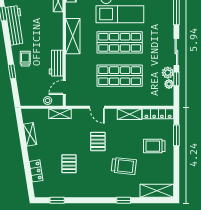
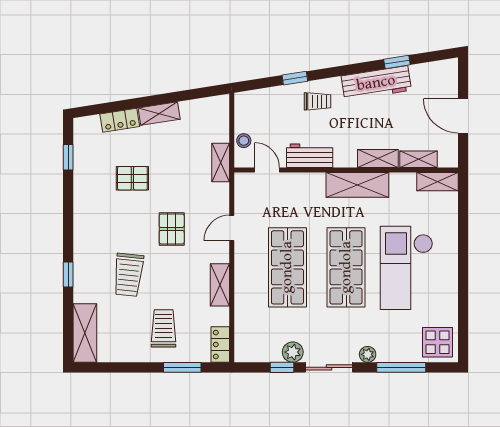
shelving: (58, 24) -> (378, 158), added
plant: (169, 84) -> (368, 354), moved
locker: (158, 114) -> (220, 344), width x0.66
shelving: (30, 134) -> (159, 114), moved
pallet: (98, 141) -> (172, 229), turned 90

